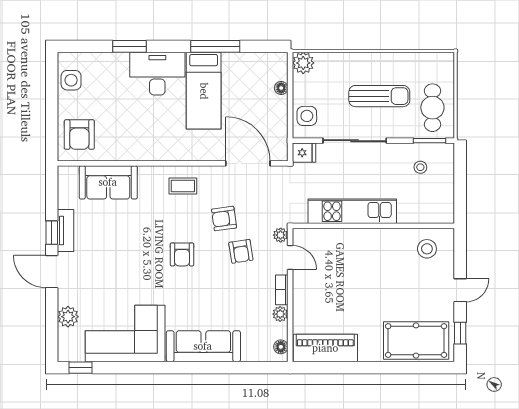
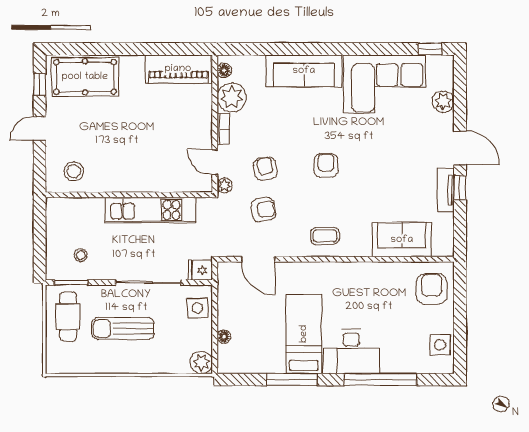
window: (129, 46) -> (380, 380), width x2.11
door: (248, 163) -> (258, 259), width x0.73
armchair: (224, 219) -> (263, 210), moved
plant: (280, 314) -> (232, 97), width x1.88, depth x1.88

